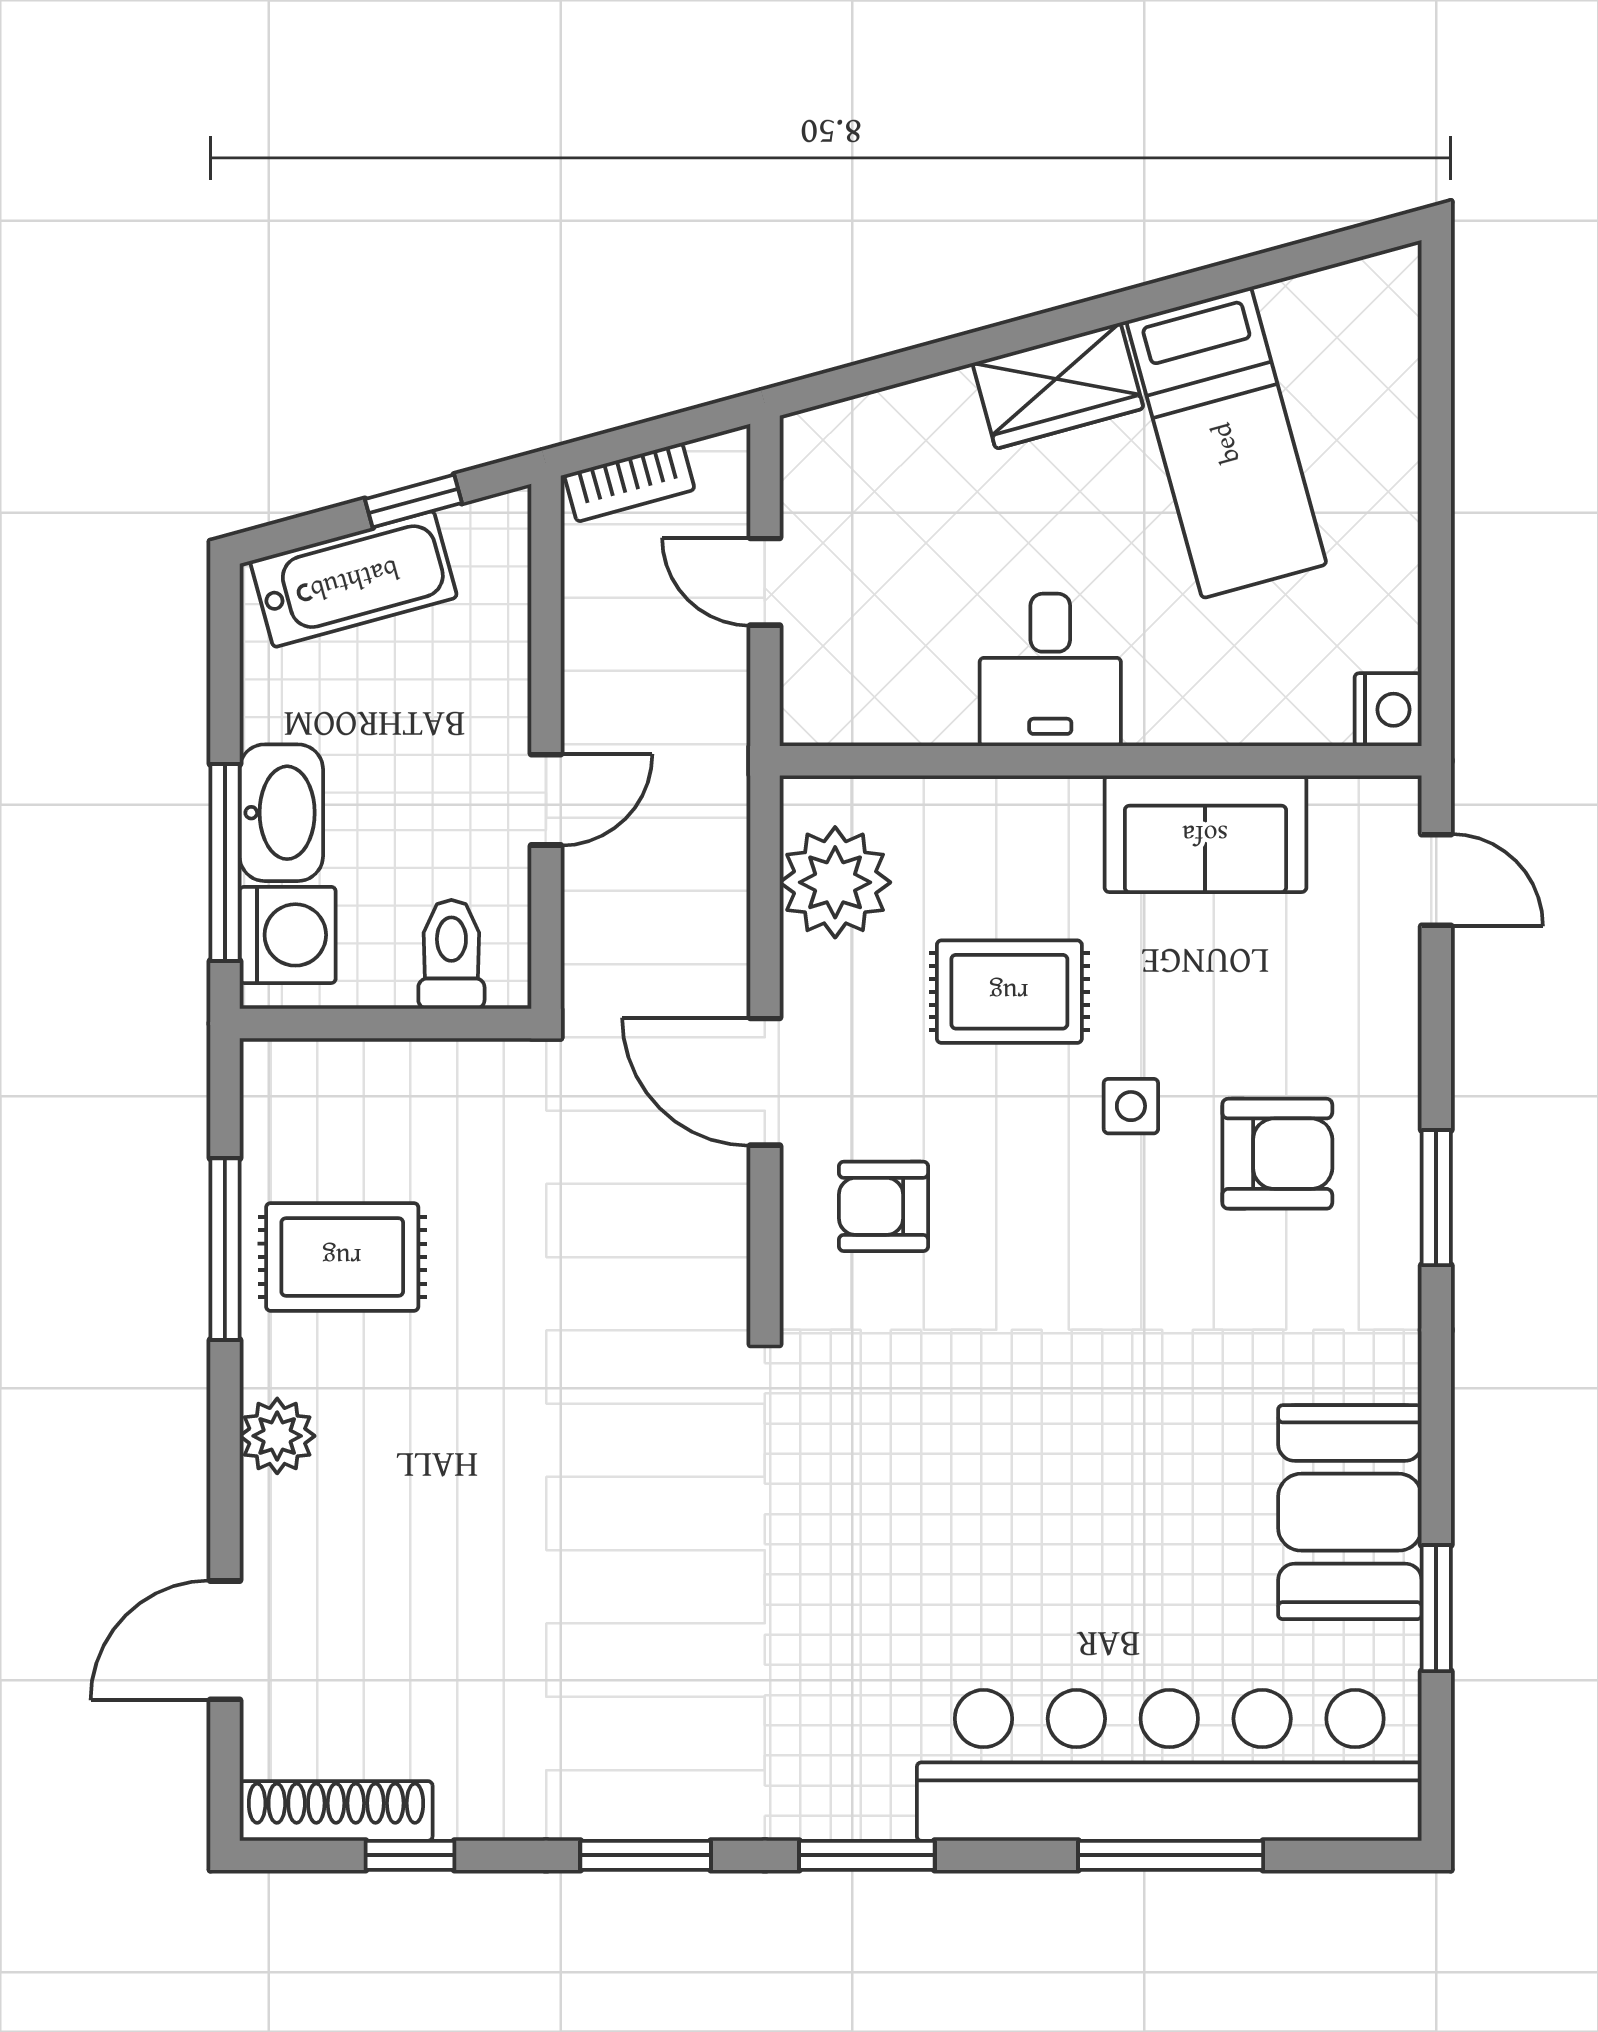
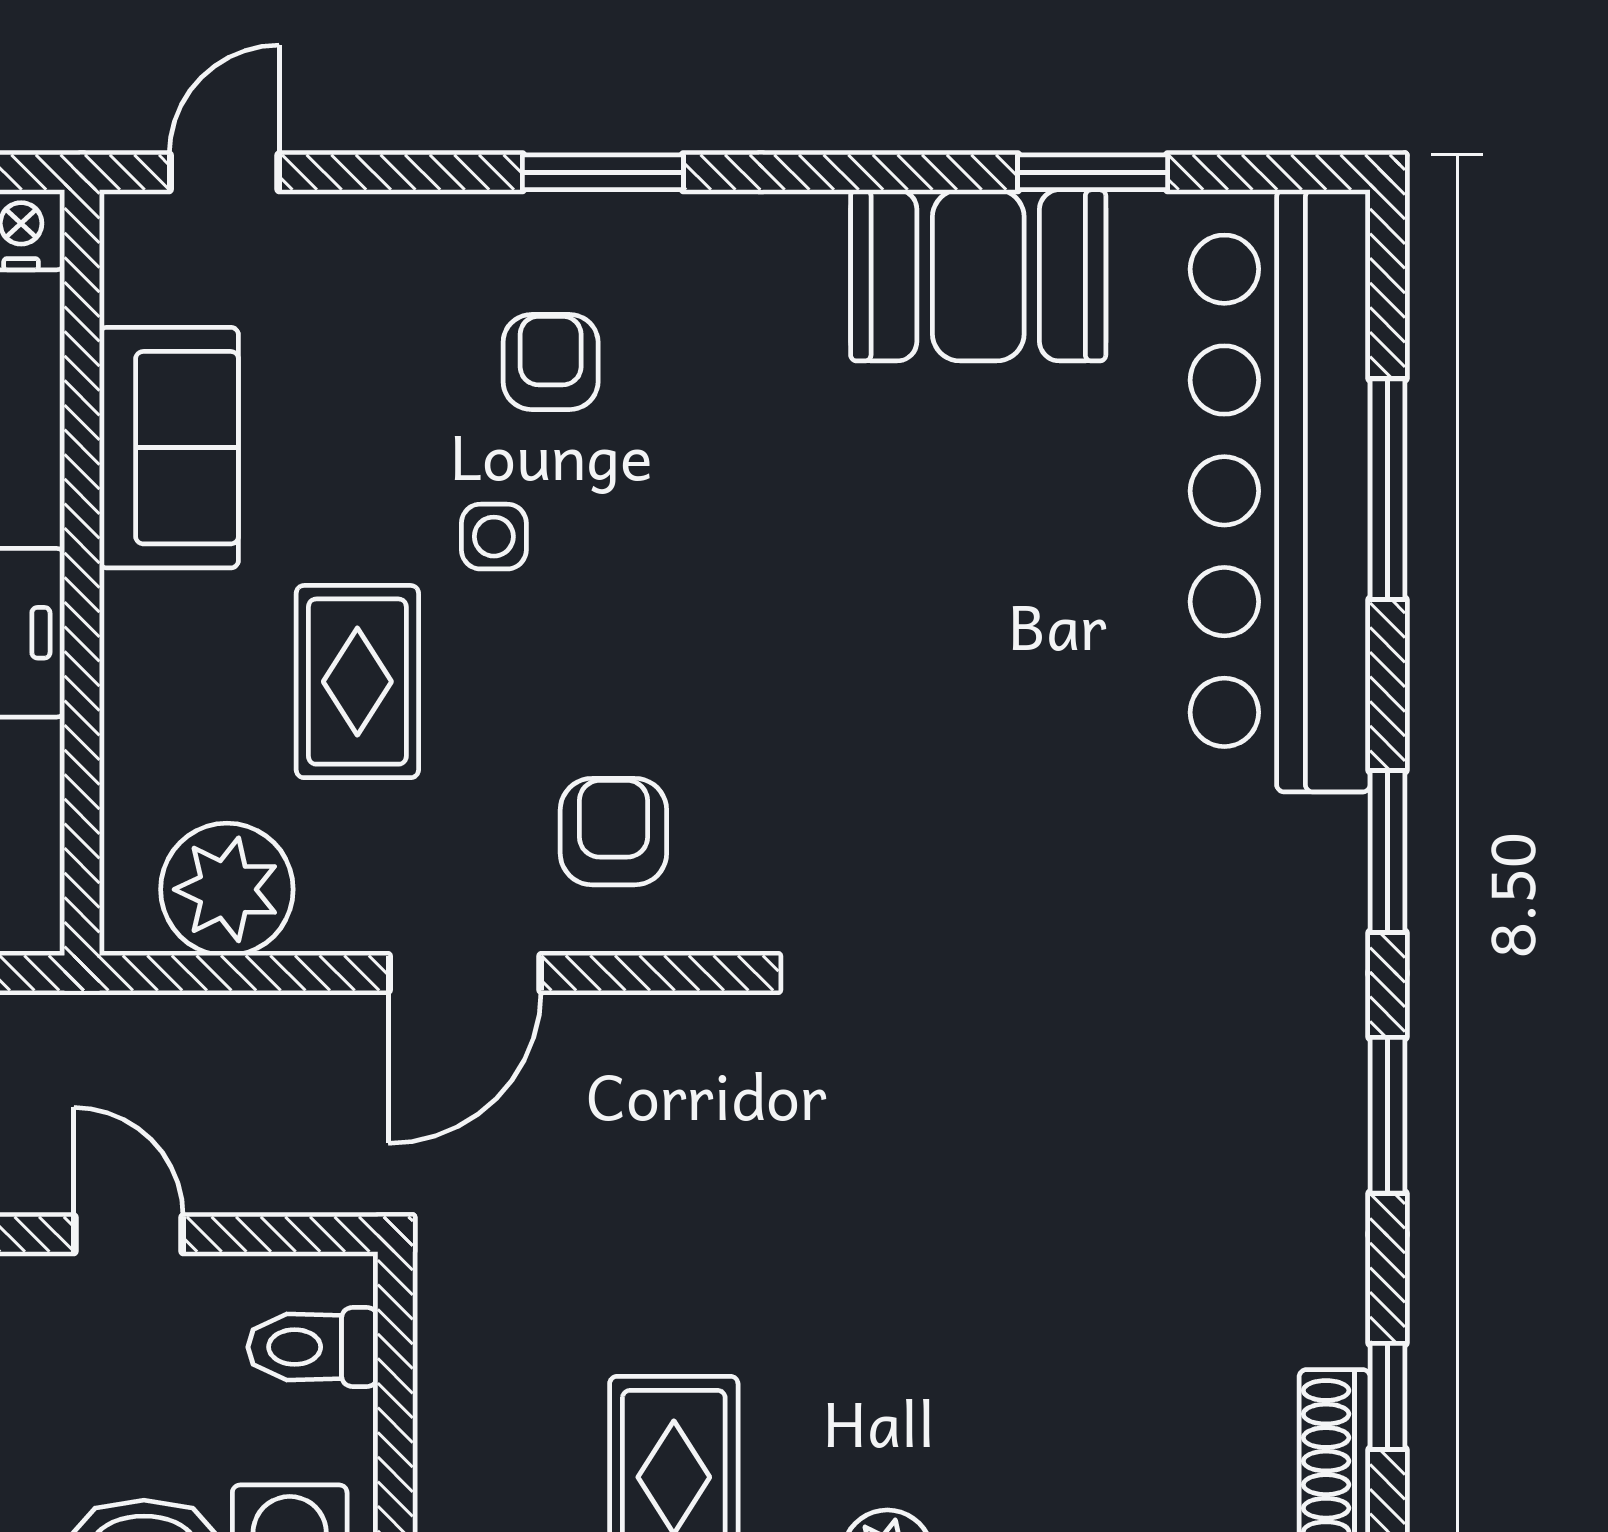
armchair: (1277, 1154) -> (551, 362), width x0.72, depth x0.72
armchair: (884, 1206) -> (613, 832), turned 180

